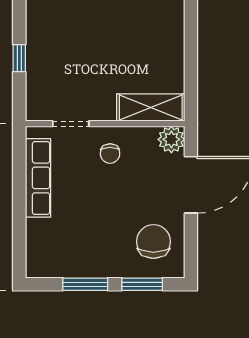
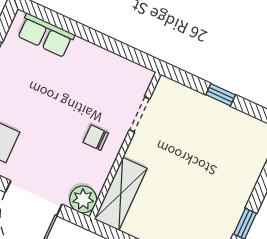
row of seats: (38, 178) -> (46, 35), moved, width x0.68

